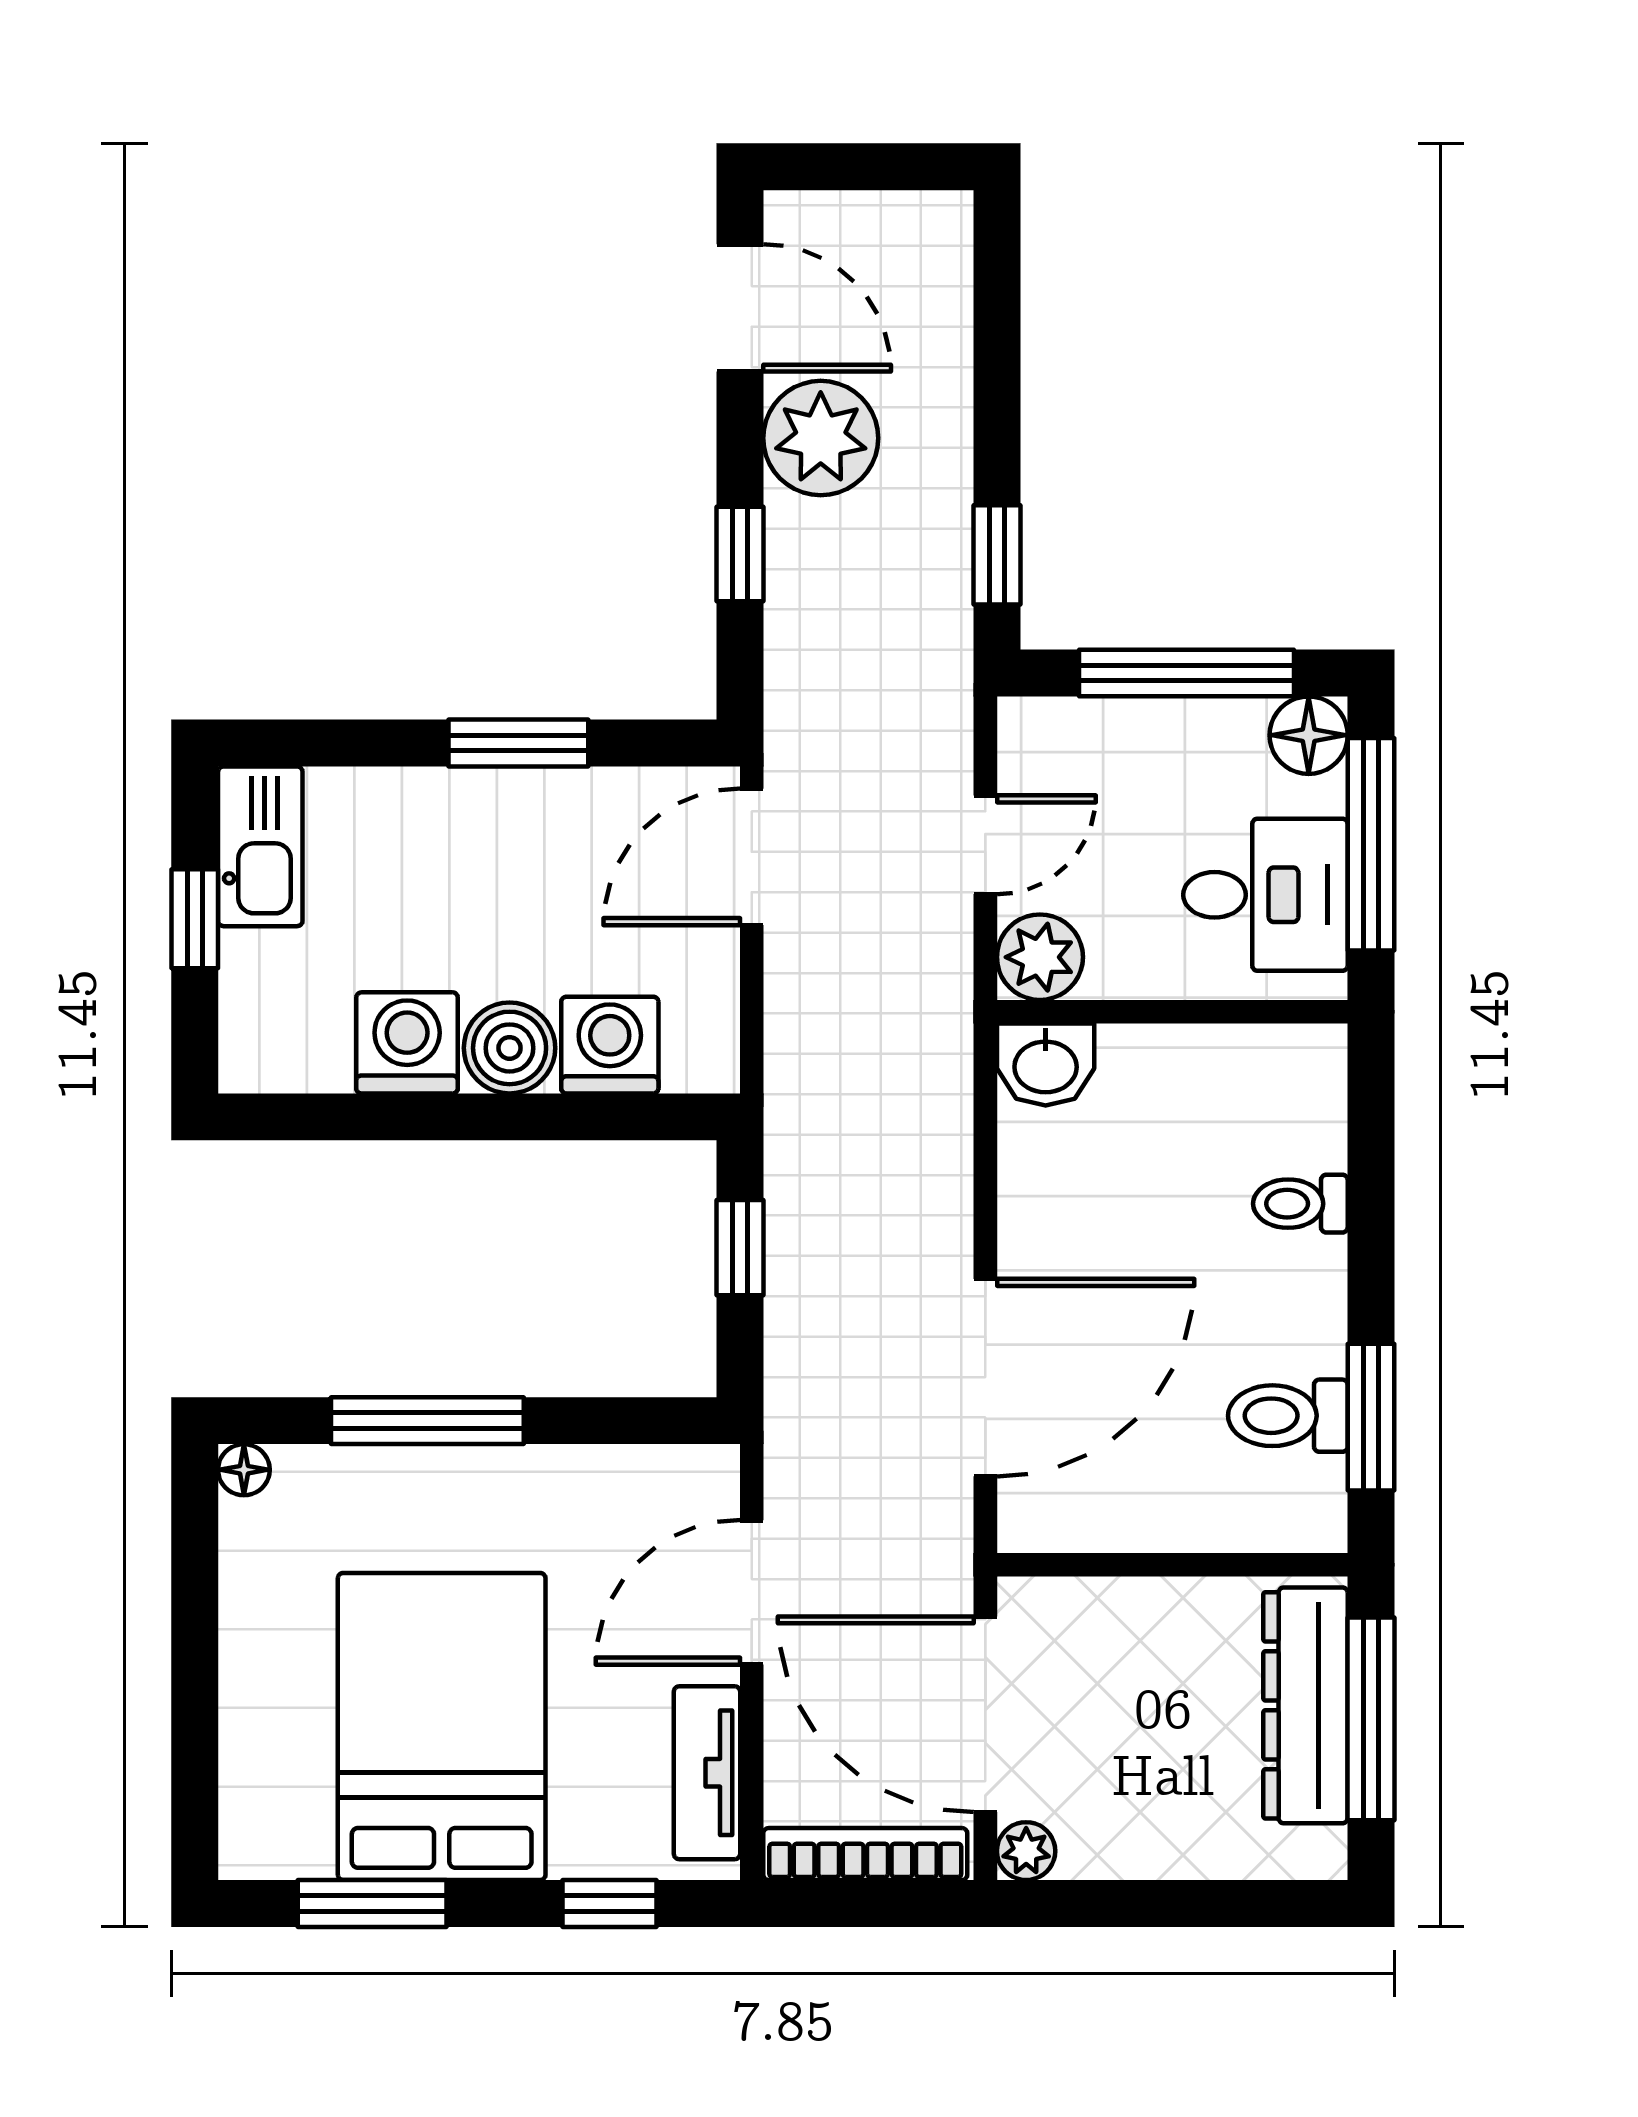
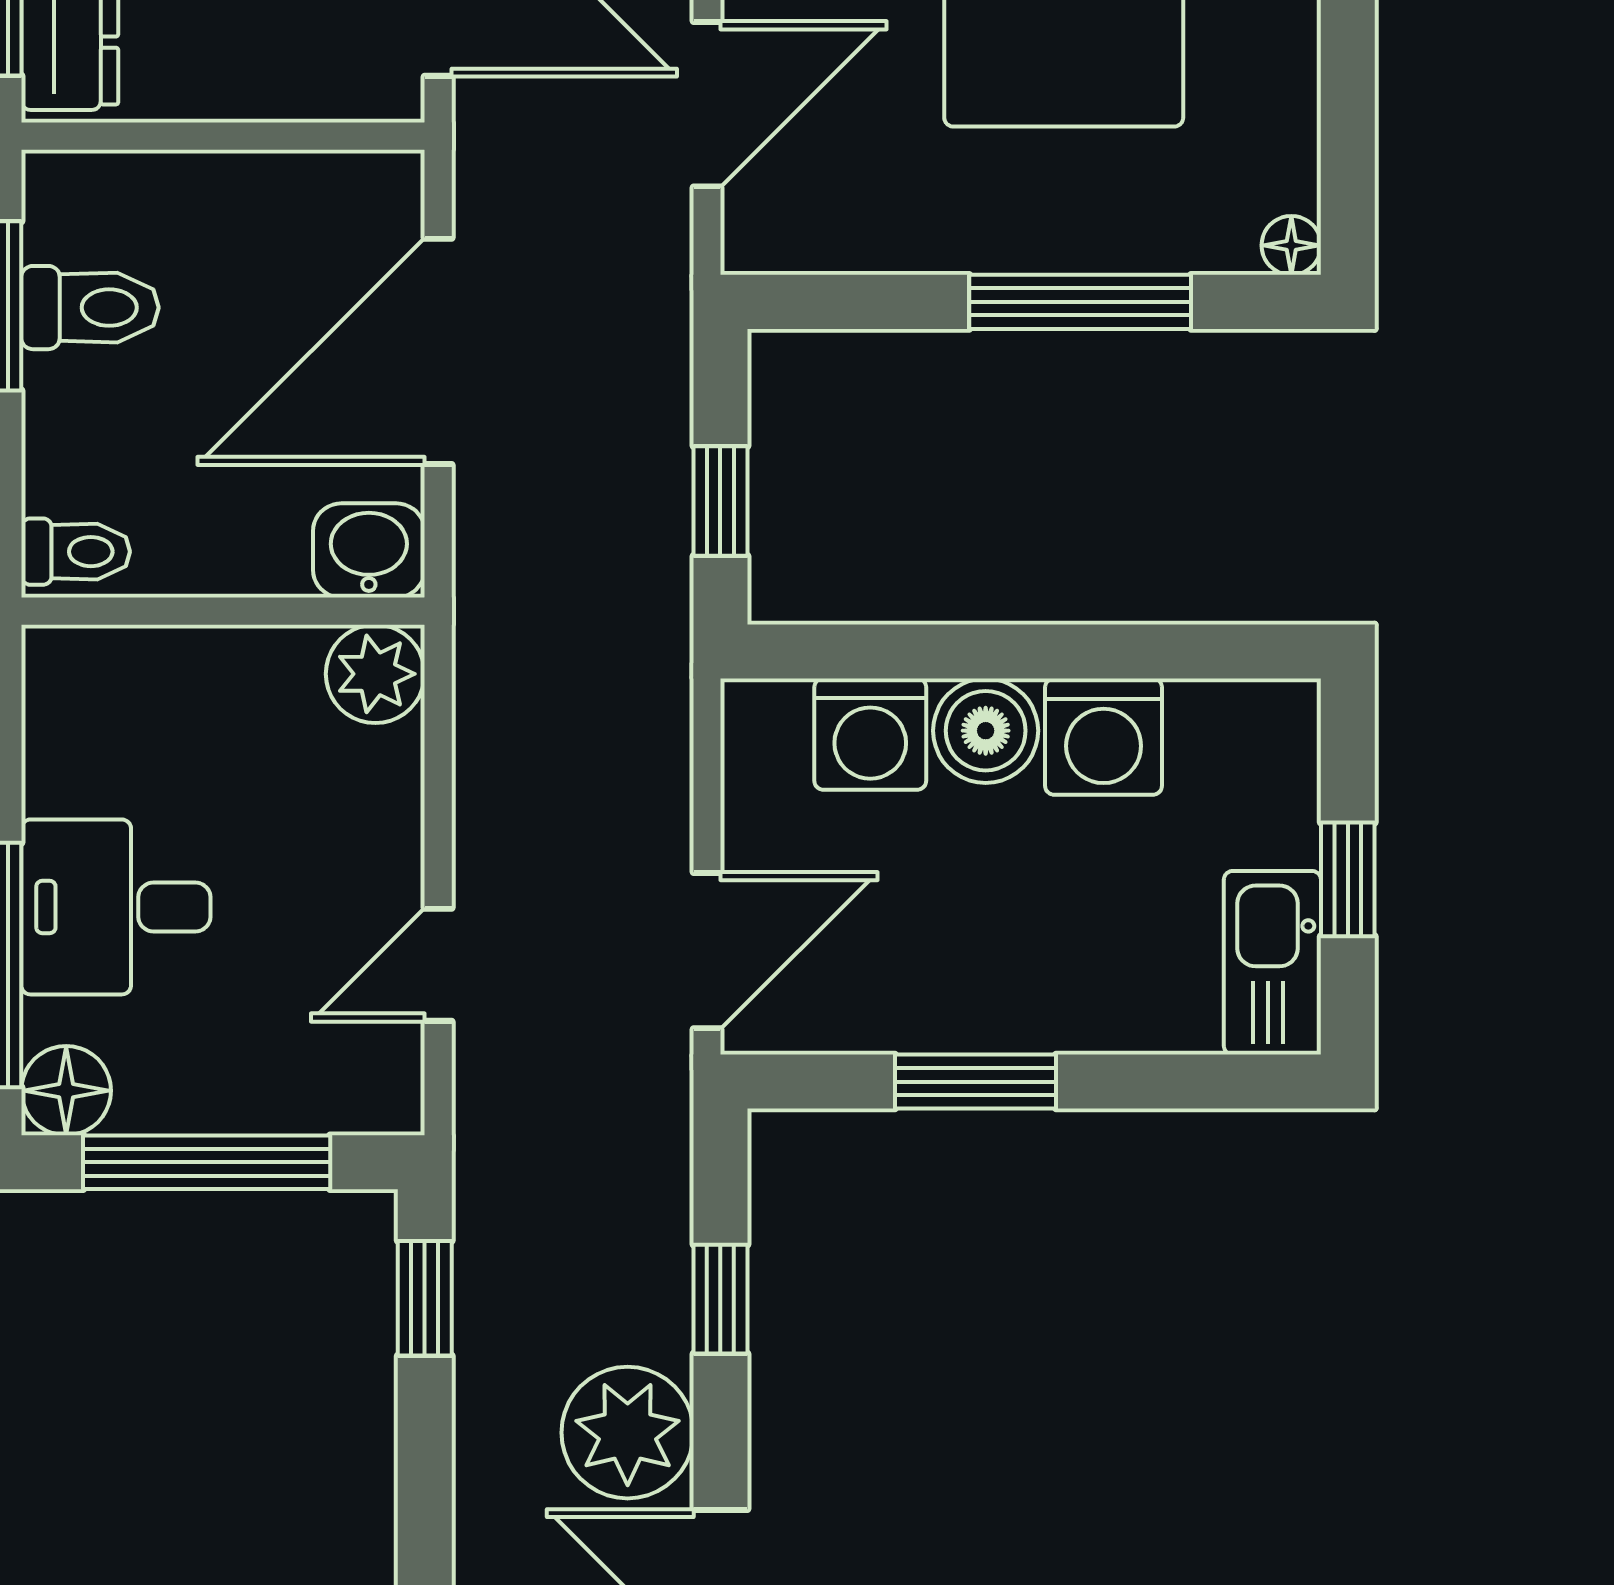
plant: (1040, 957) -> (375, 674), moved
wall: (1172, 1012) -> (223, 611), moved
washbasin: (1046, 1064) -> (369, 550), moved

